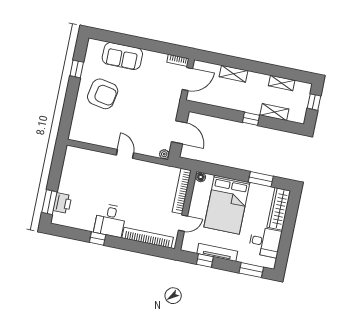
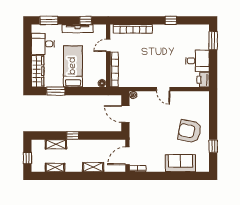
printer: (62, 203) -> (203, 80), moved
bed: (227, 205) -> (73, 66), width x0.67
desk: (110, 220) -> (197, 61), moved, turned 90

